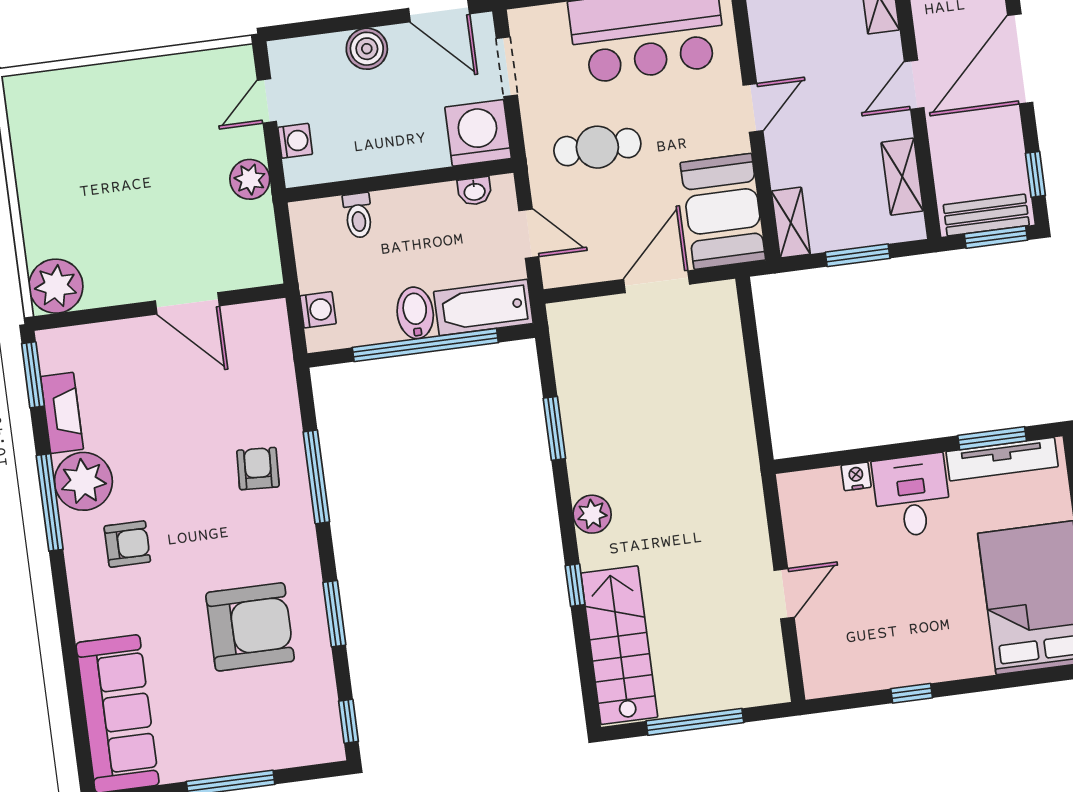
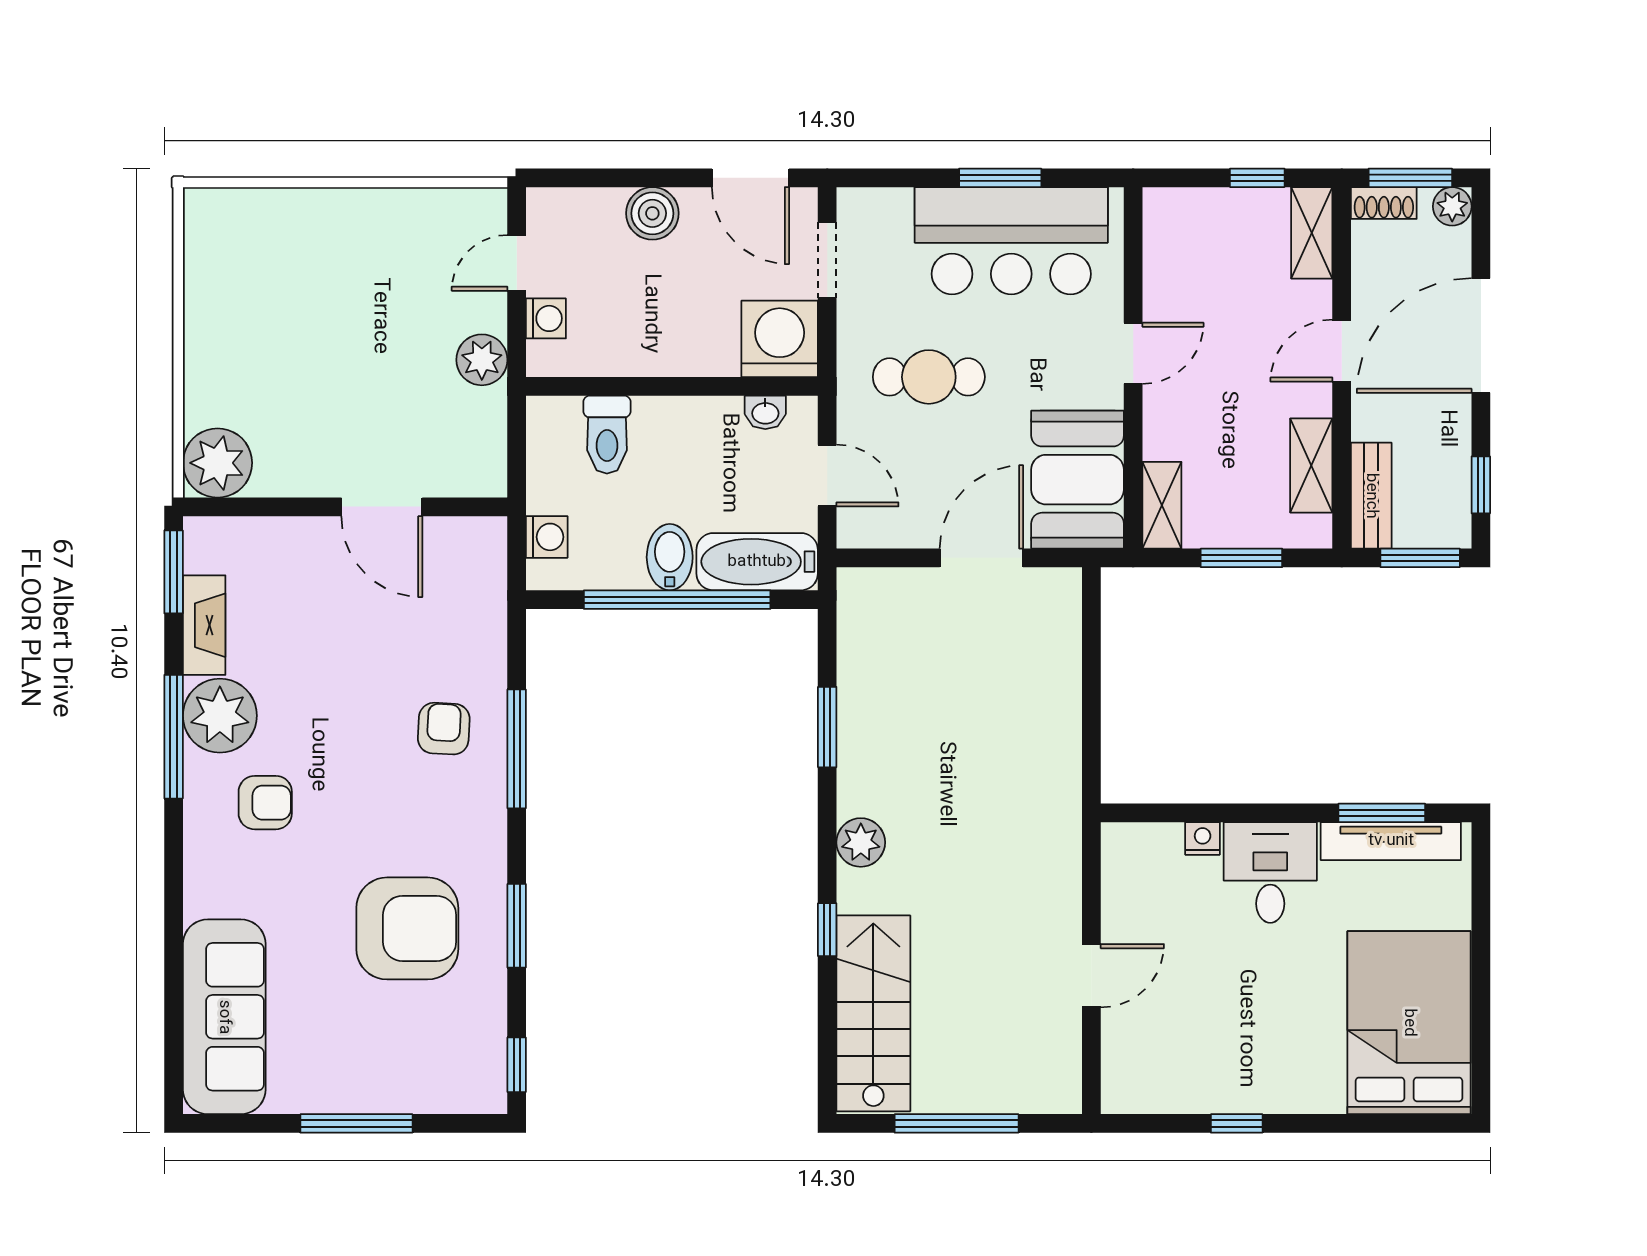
toilet: (358, 215) -> (607, 435), width x1.37, depth x1.39
bench: (986, 215) -> (1371, 496), moved, turned 90

